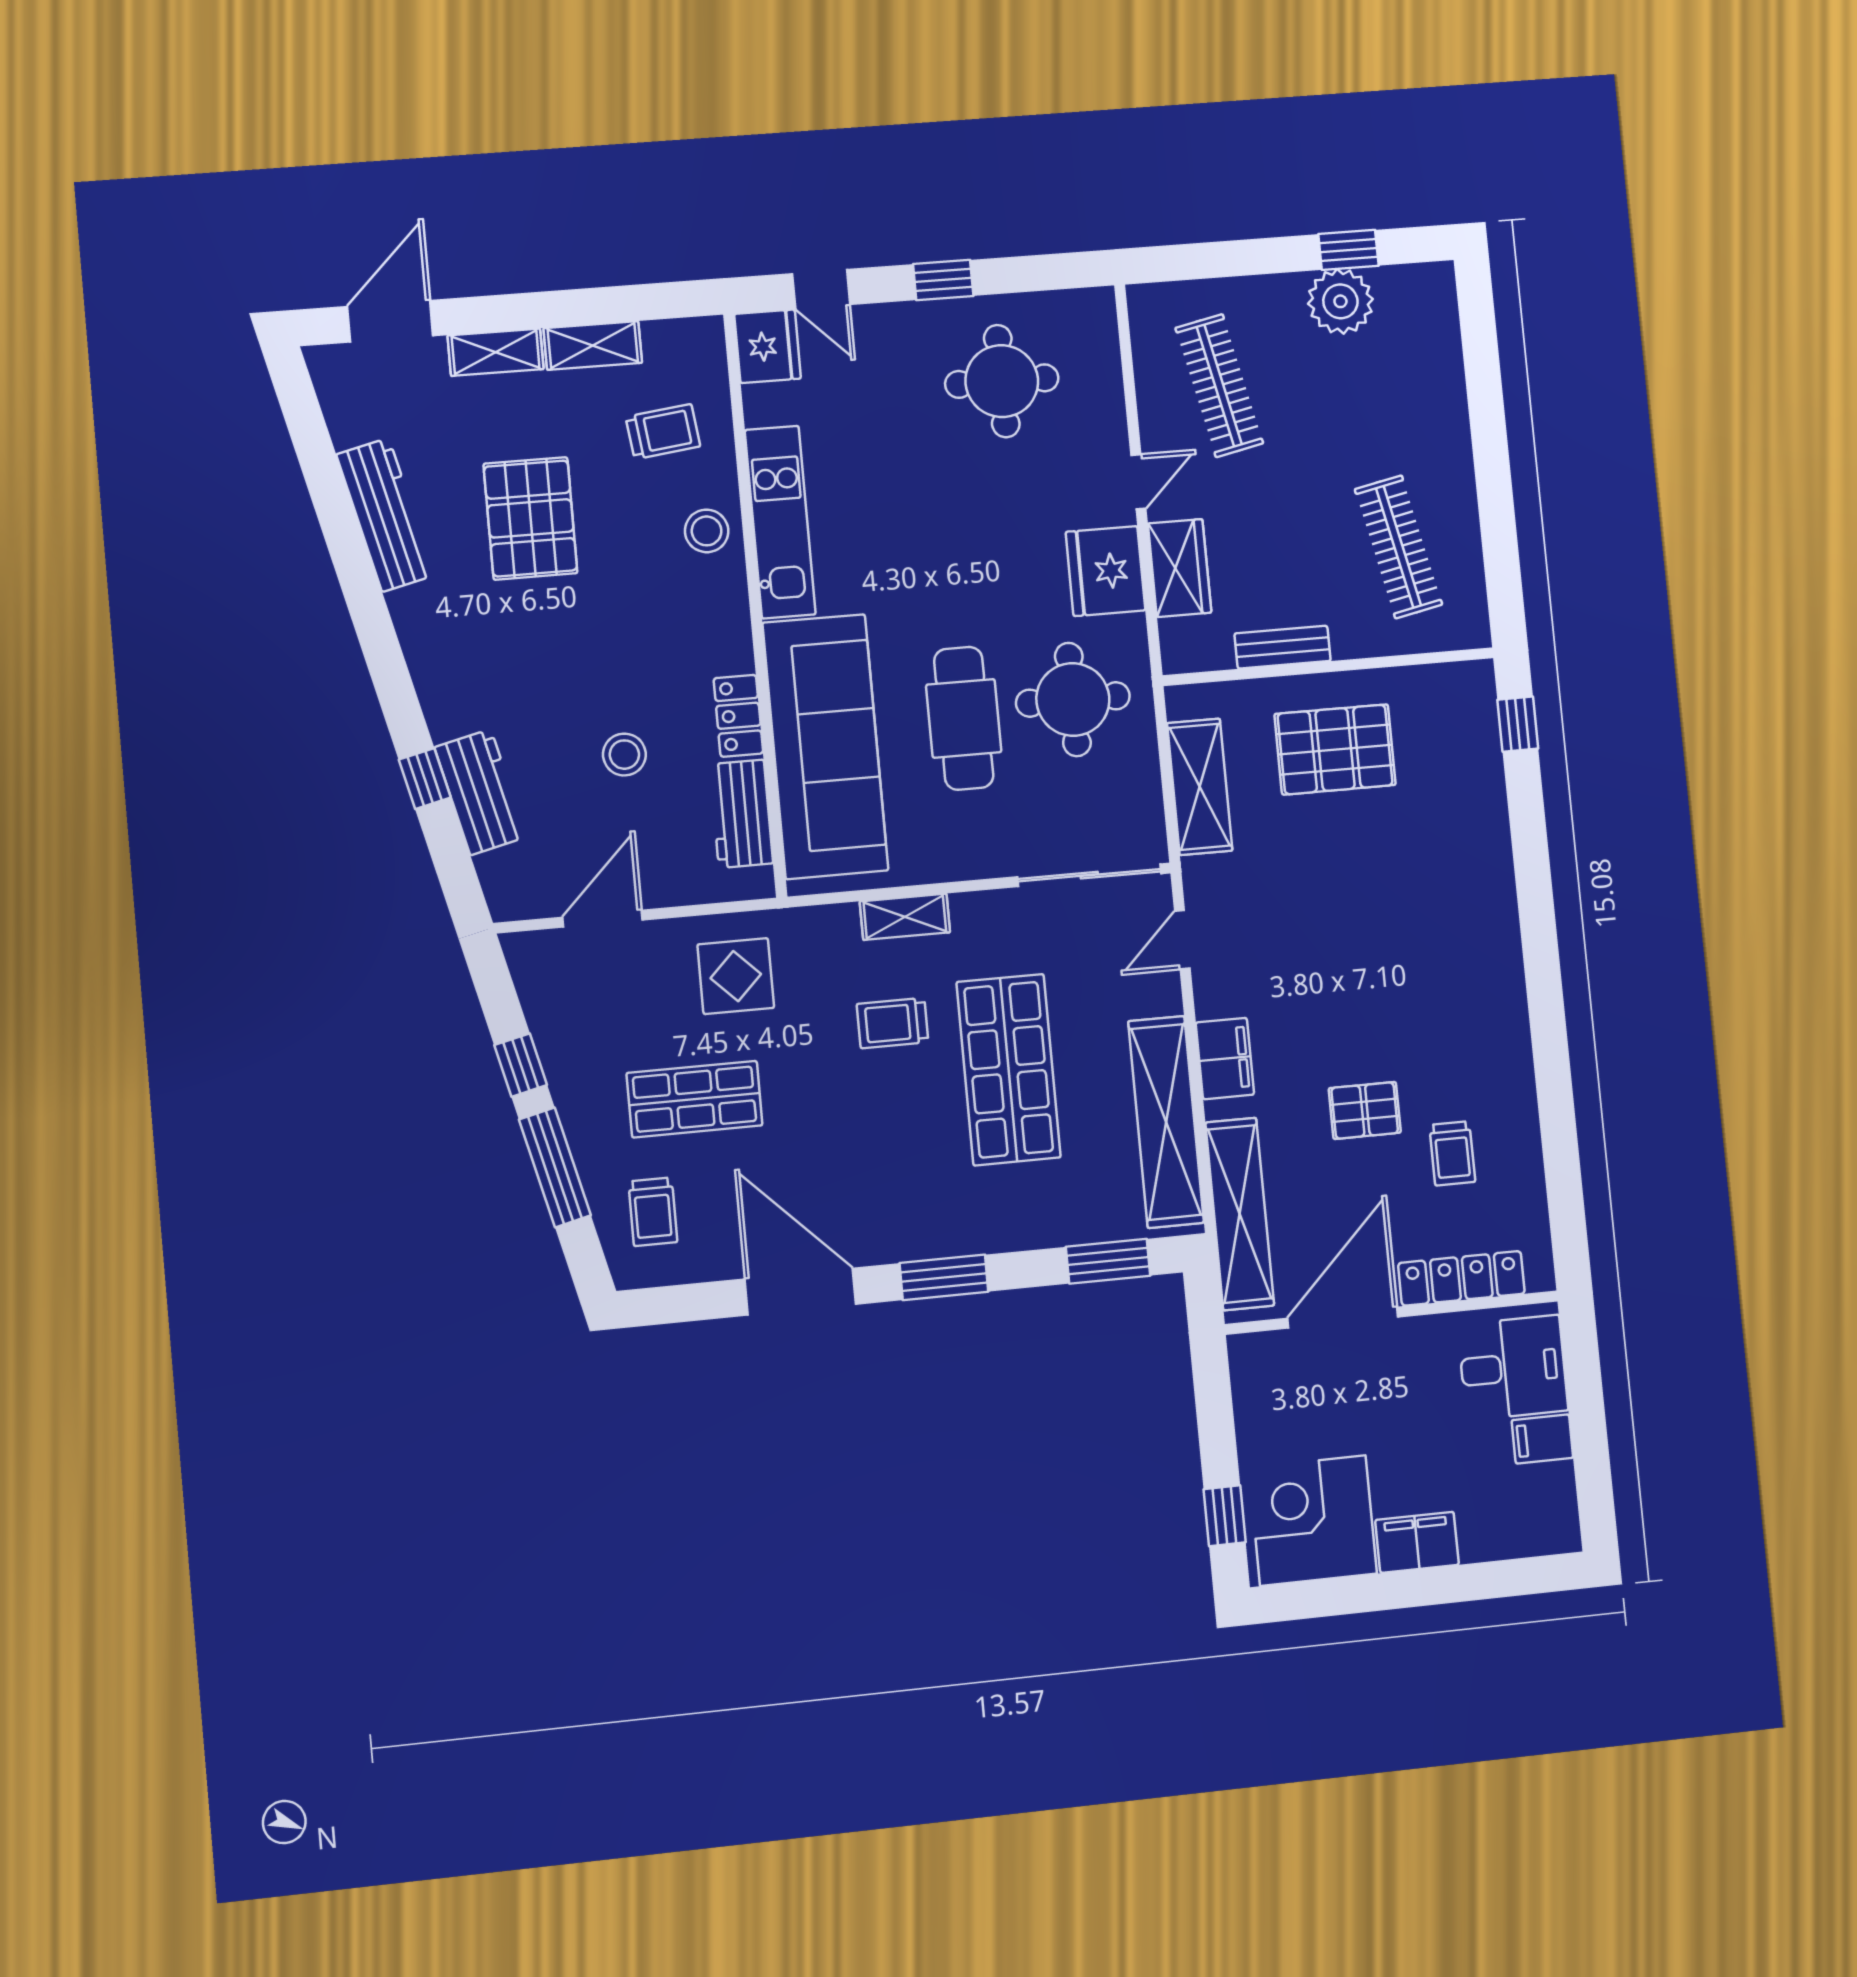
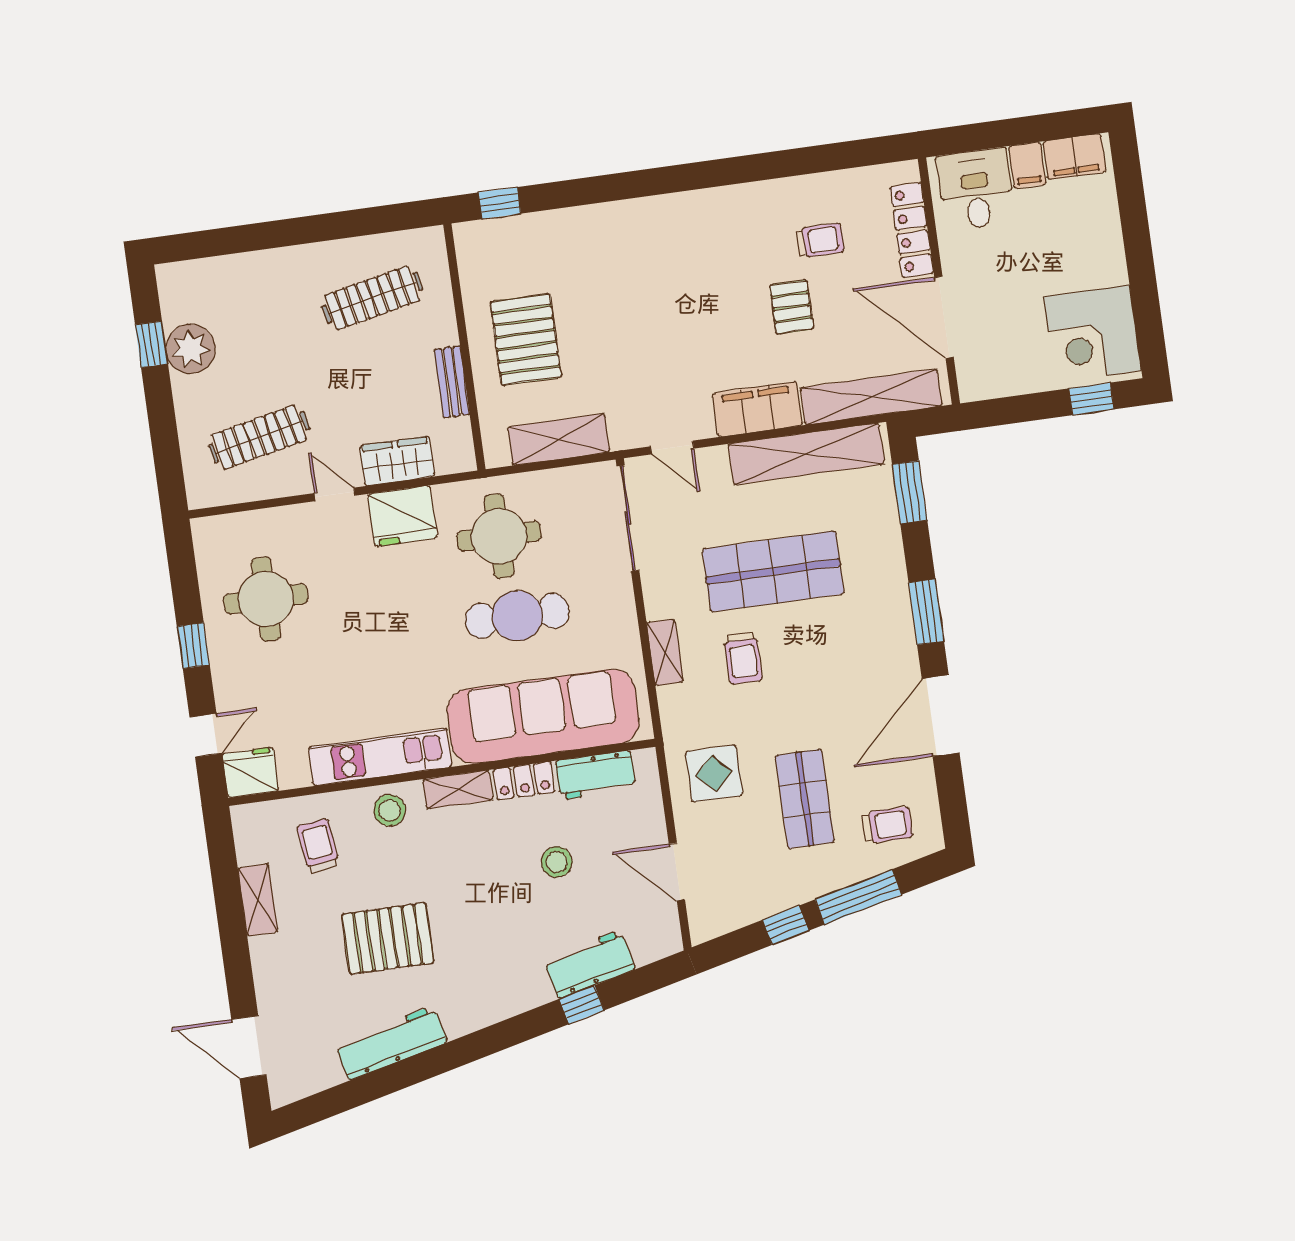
shelving: (496, 352) -> (458, 790), moved, turned 90
filing cabinet: (1225, 1059) -> (757, 409), width x1.50, depth x1.17
filing cabinet: (1417, 1542) -> (1075, 157), moved, turned -90

